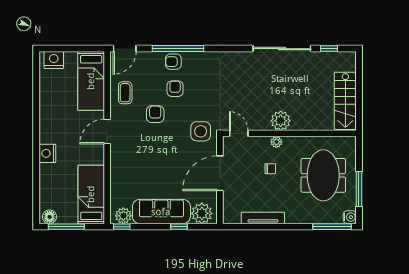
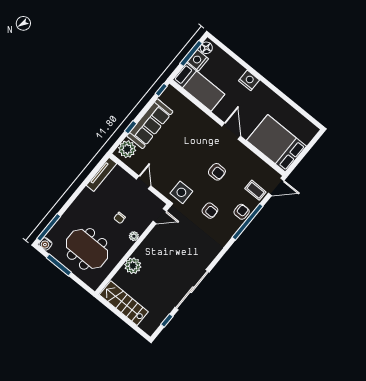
door: (125, 49) -> (276, 187), swing flipped
nightstand: (54, 60) -> (198, 60), moved, turned 180
bed: (91, 81) -> (277, 143), width x1.50
armchair: (175, 89) -> (210, 211), moved
coffee table: (125, 93) -> (255, 190), moved
plant: (281, 121) -> (133, 266), moved
door: (220, 173) -> (144, 182), width x0.53
plant: (123, 216) -> (168, 97), removed
tv unit: (263, 218) -> (101, 174), moved

